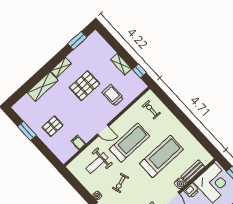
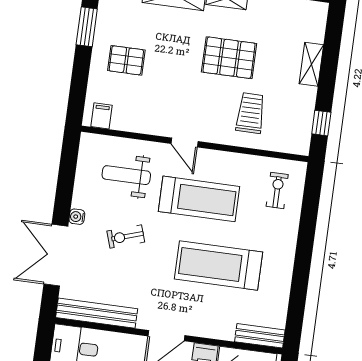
shelving: (121, 64) -> (311, 64), moved
filing cabinet: (78, 142) -> (102, 116), moved
treadmill: (161, 156) -> (219, 266), turned 180
bench: (193, 171) -> (260, 336), moved
water cooler: (180, 183) -> (201, 328), removed

